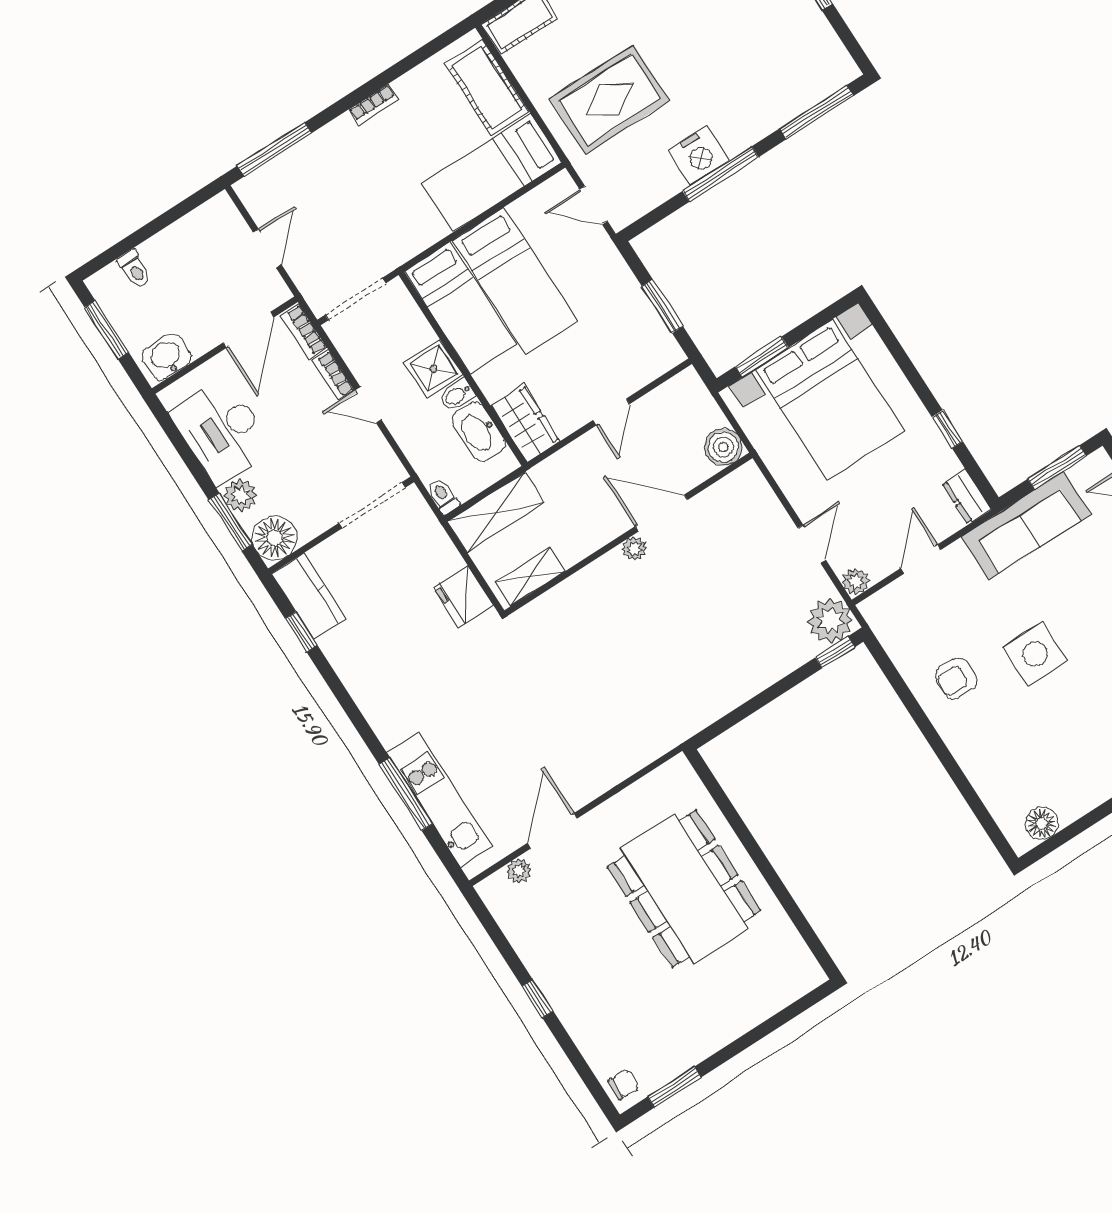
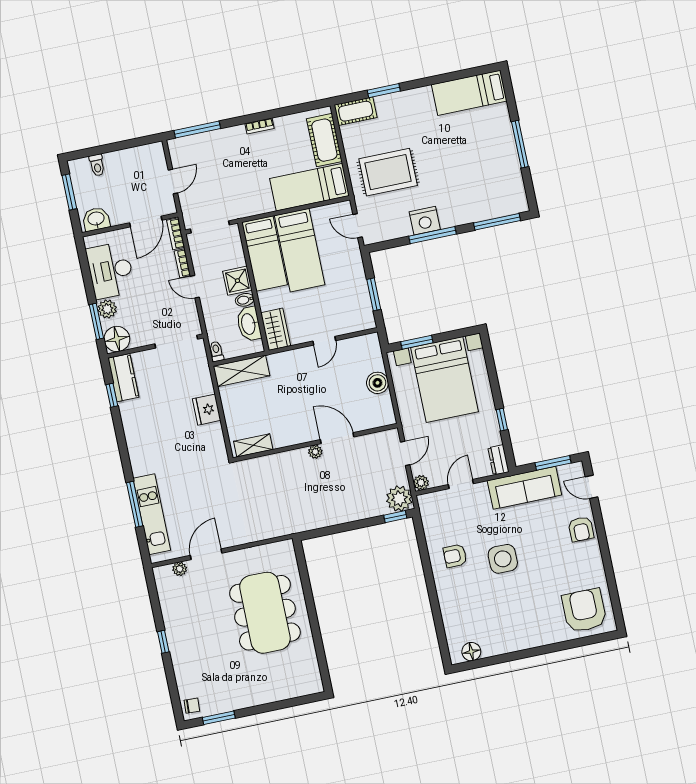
door: (661, 513) -> (337, 438), moved
wall: (628, 534) -> (315, 443), moved
plant: (634, 549) -> (315, 452), moved
shelving: (530, 577) -> (253, 445), moved

